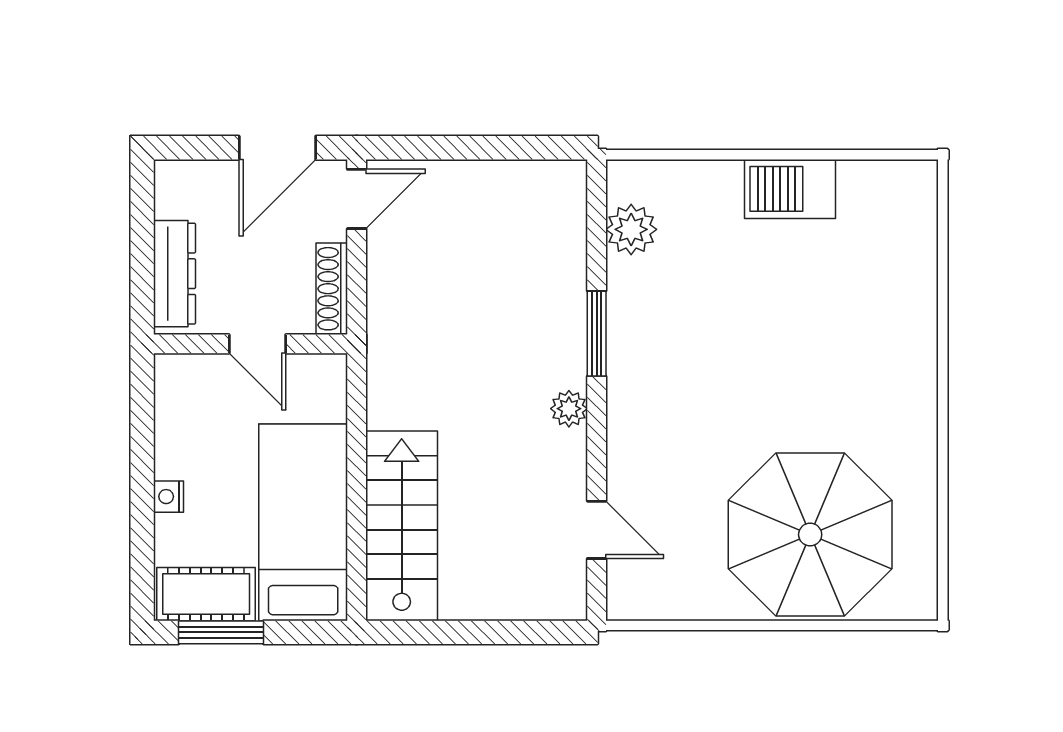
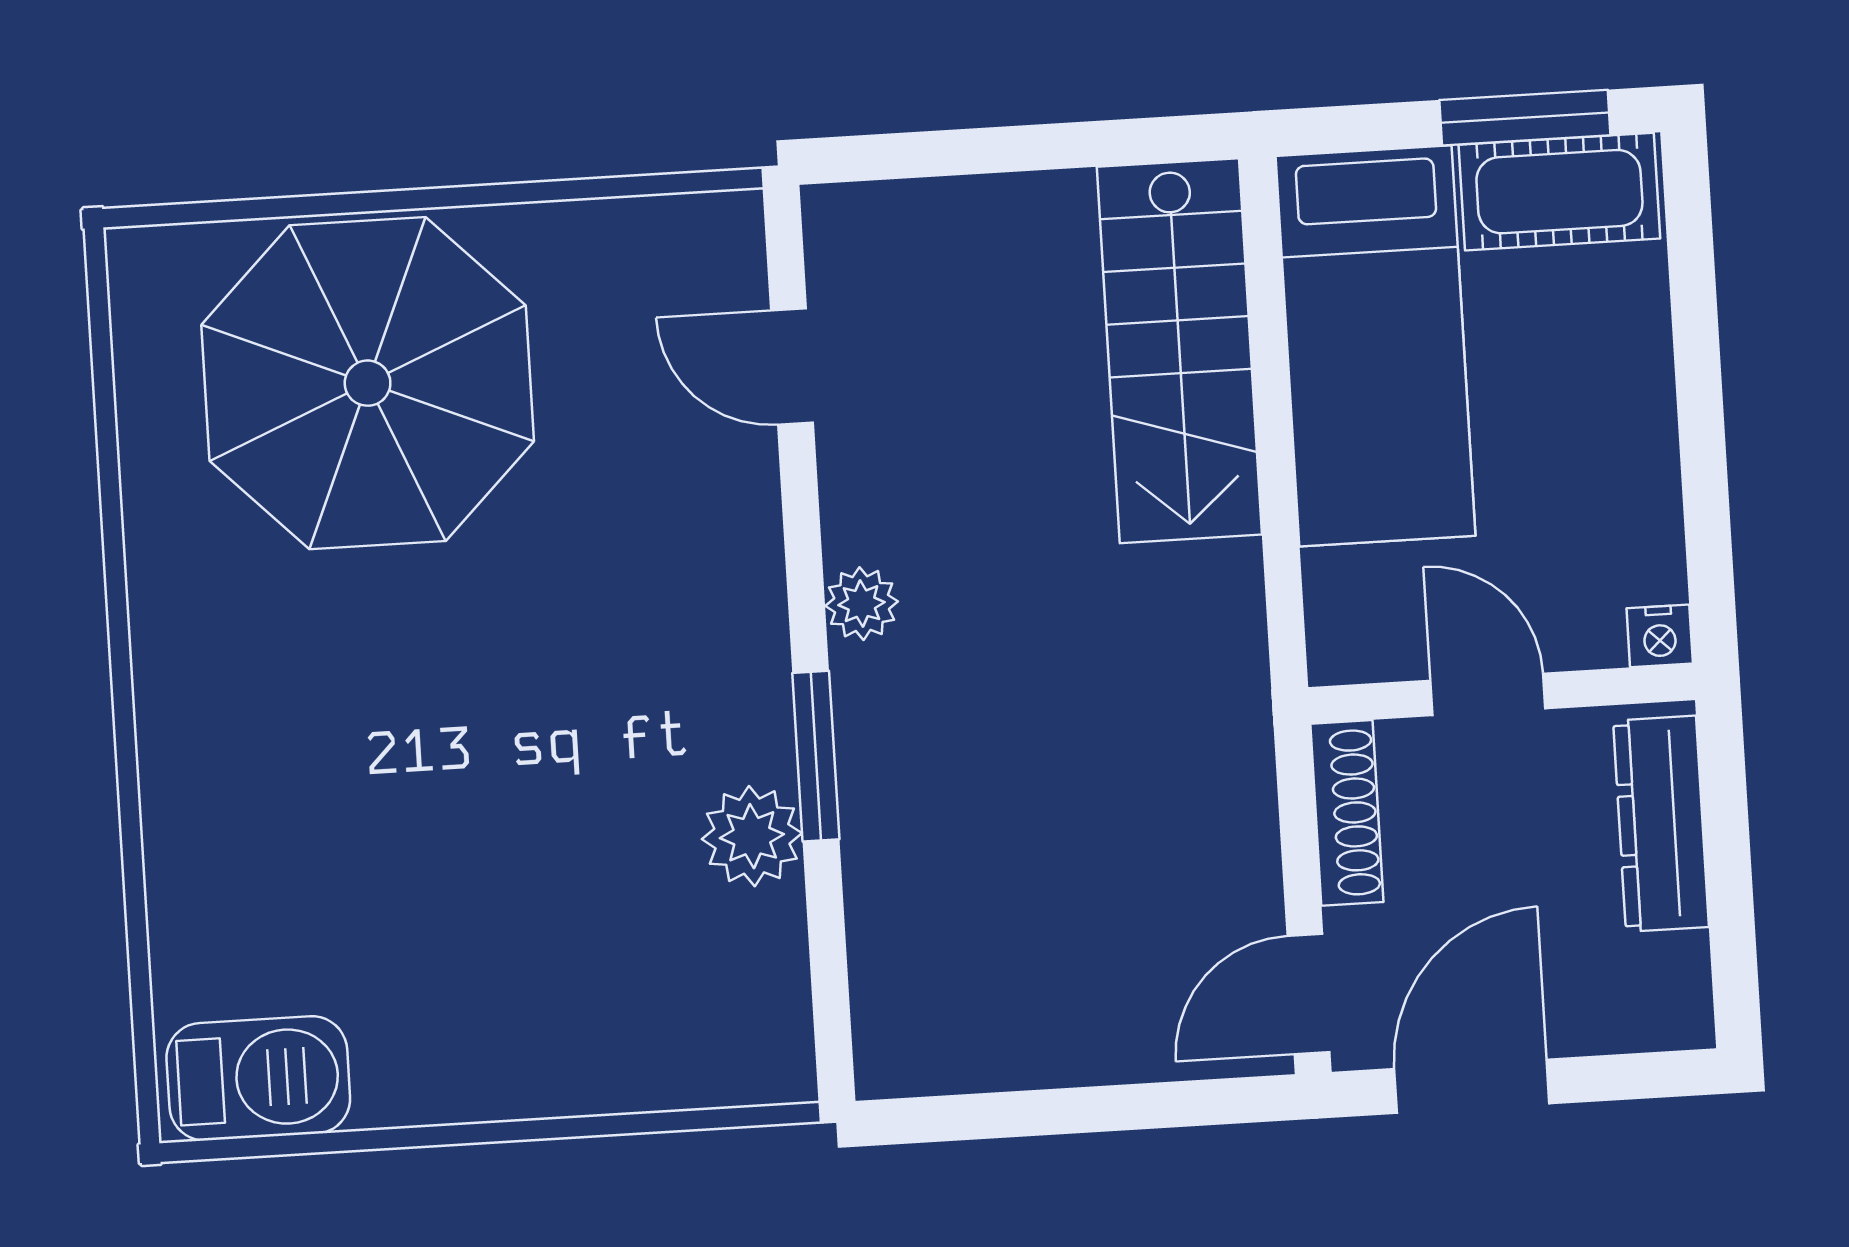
barbecue: (790, 189) -> (258, 1078), moved
plant: (631, 229) -> (752, 836), moved
nightstand: (168, 497) -> (1660, 636), moved, turned 90

